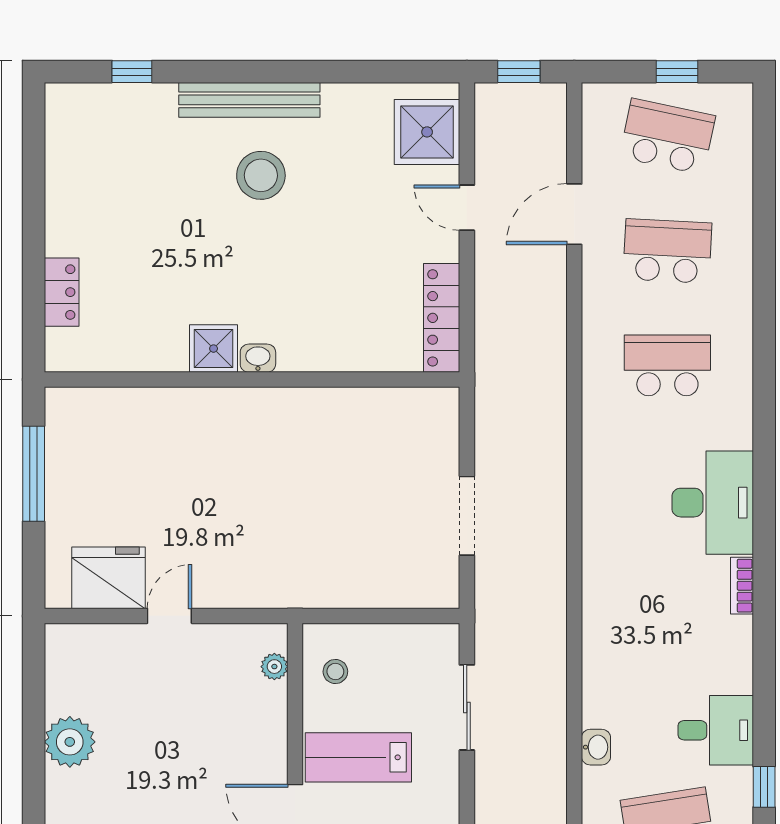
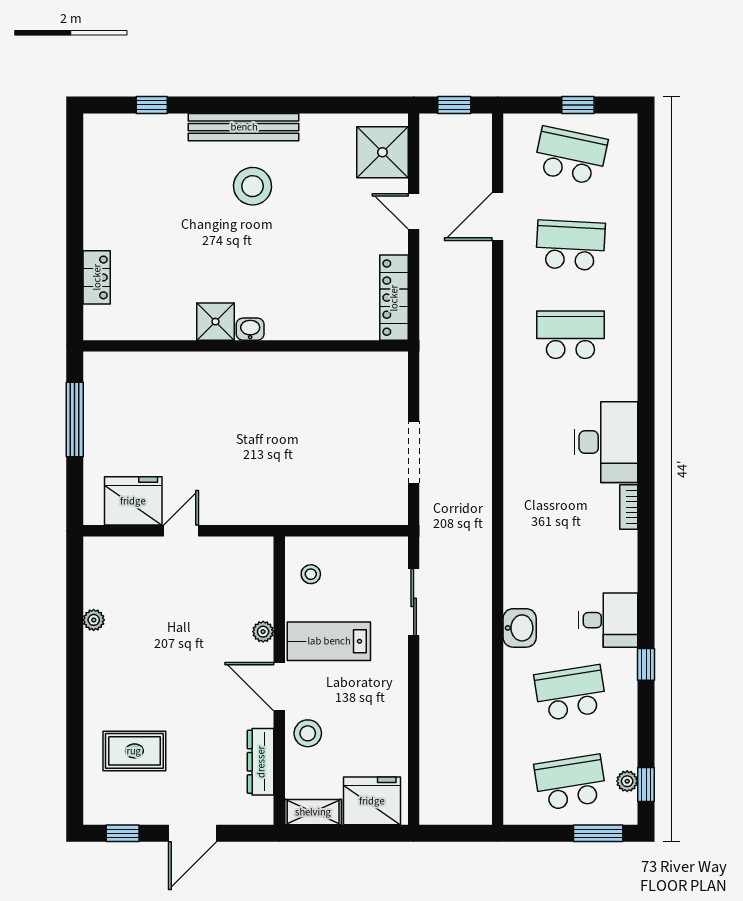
plant: (274, 667) -> (263, 632), moved
plant: (70, 742) -> (94, 620), width x0.53, depth x0.53
washbasin: (596, 747) -> (520, 628), width x1.38, depth x1.45

